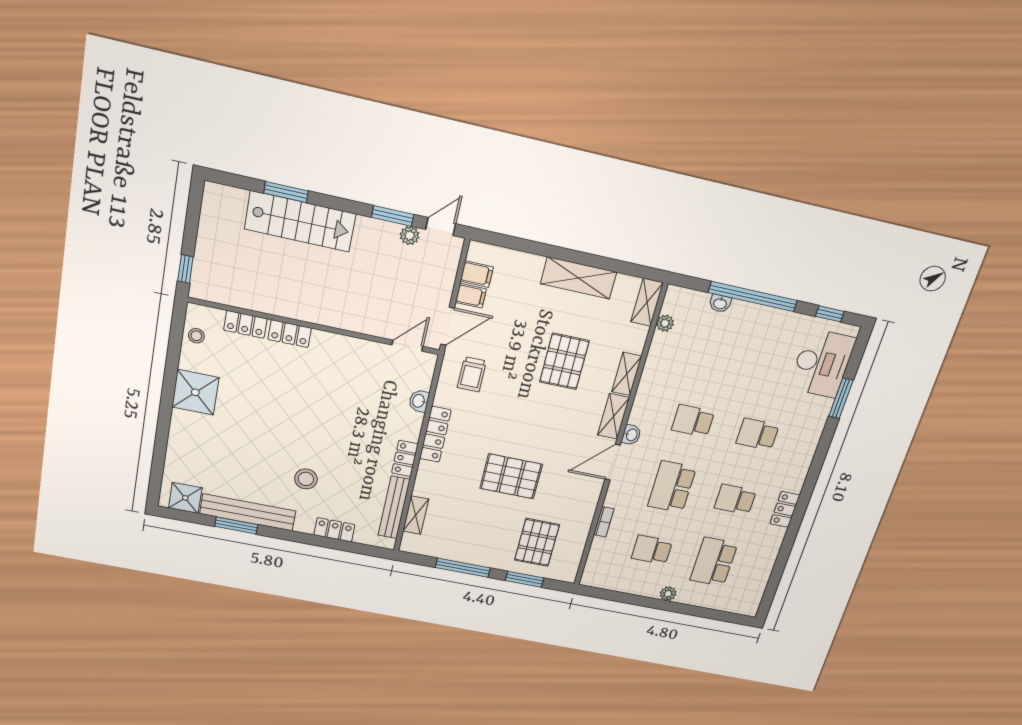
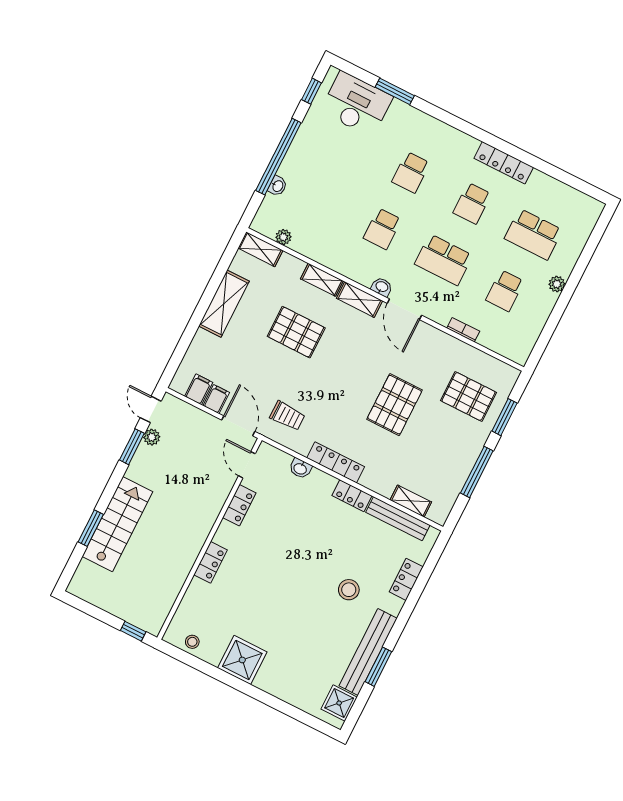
locker: (245, 324) -> (239, 505), moved
locker: (785, 509) -> (504, 163), width x1.53

